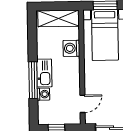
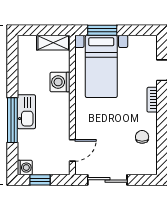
shelving: (59, 18) -> (53, 43), width x0.67, depth x0.75
washing machine: (43, 94) -> (25, 168), moved

